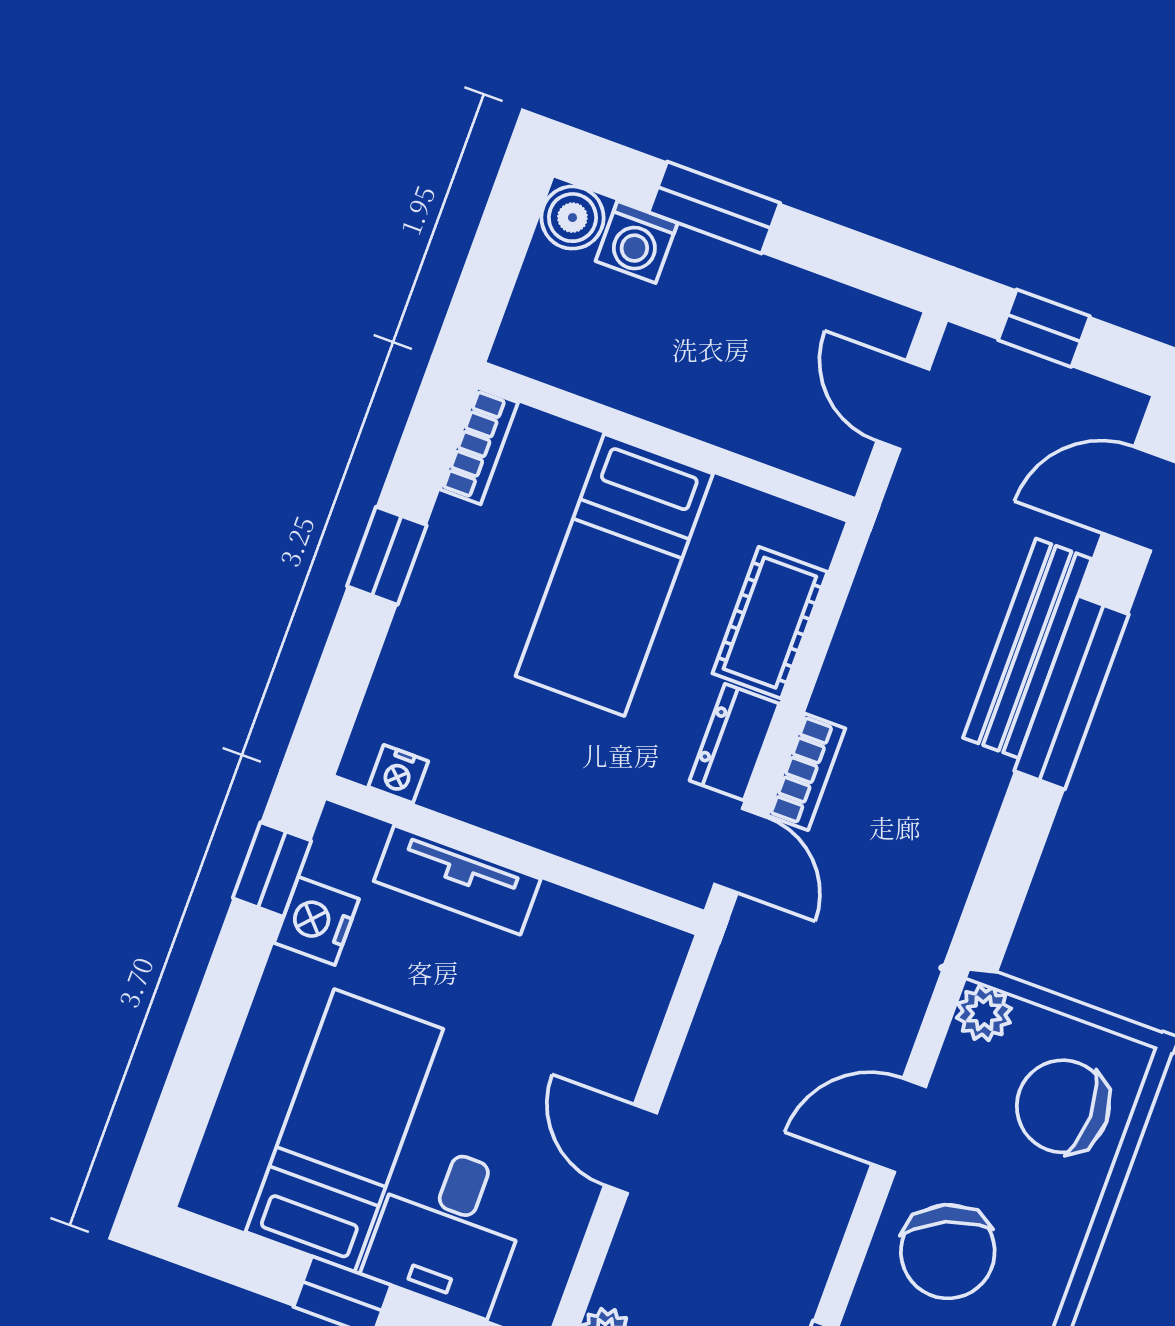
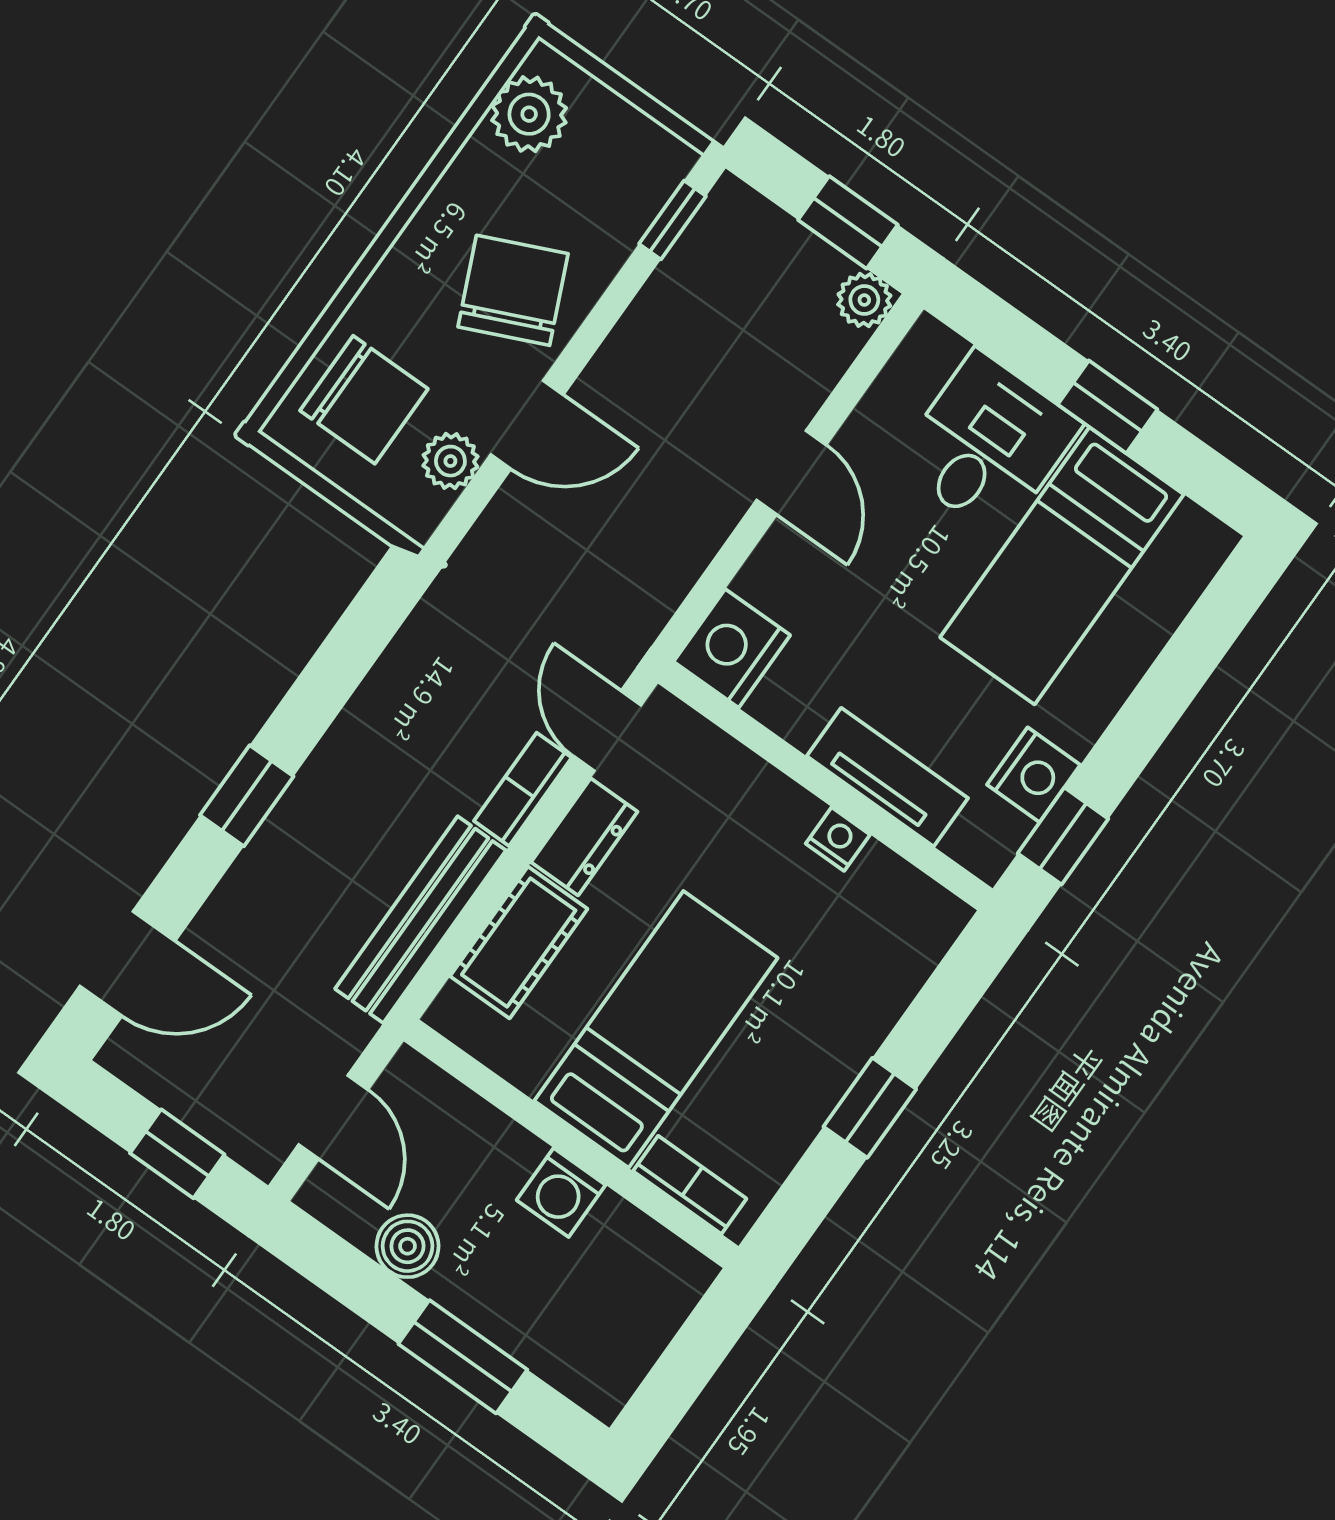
boiler: (572, 218) -> (408, 1246), moved
washing machine: (637, 242) -> (561, 1192), moved, turned 180
bookcase: (479, 446) -> (690, 1185), moved, turned 90
bench: (1027, 648) -> (420, 920), moved
window: (1071, 693) -> (247, 796), width x0.46
nightstand: (398, 774) -> (838, 839), moved
nightstand: (642, 963) -> (732, 648), added
plant: (984, 1013) -> (450, 461), moved

